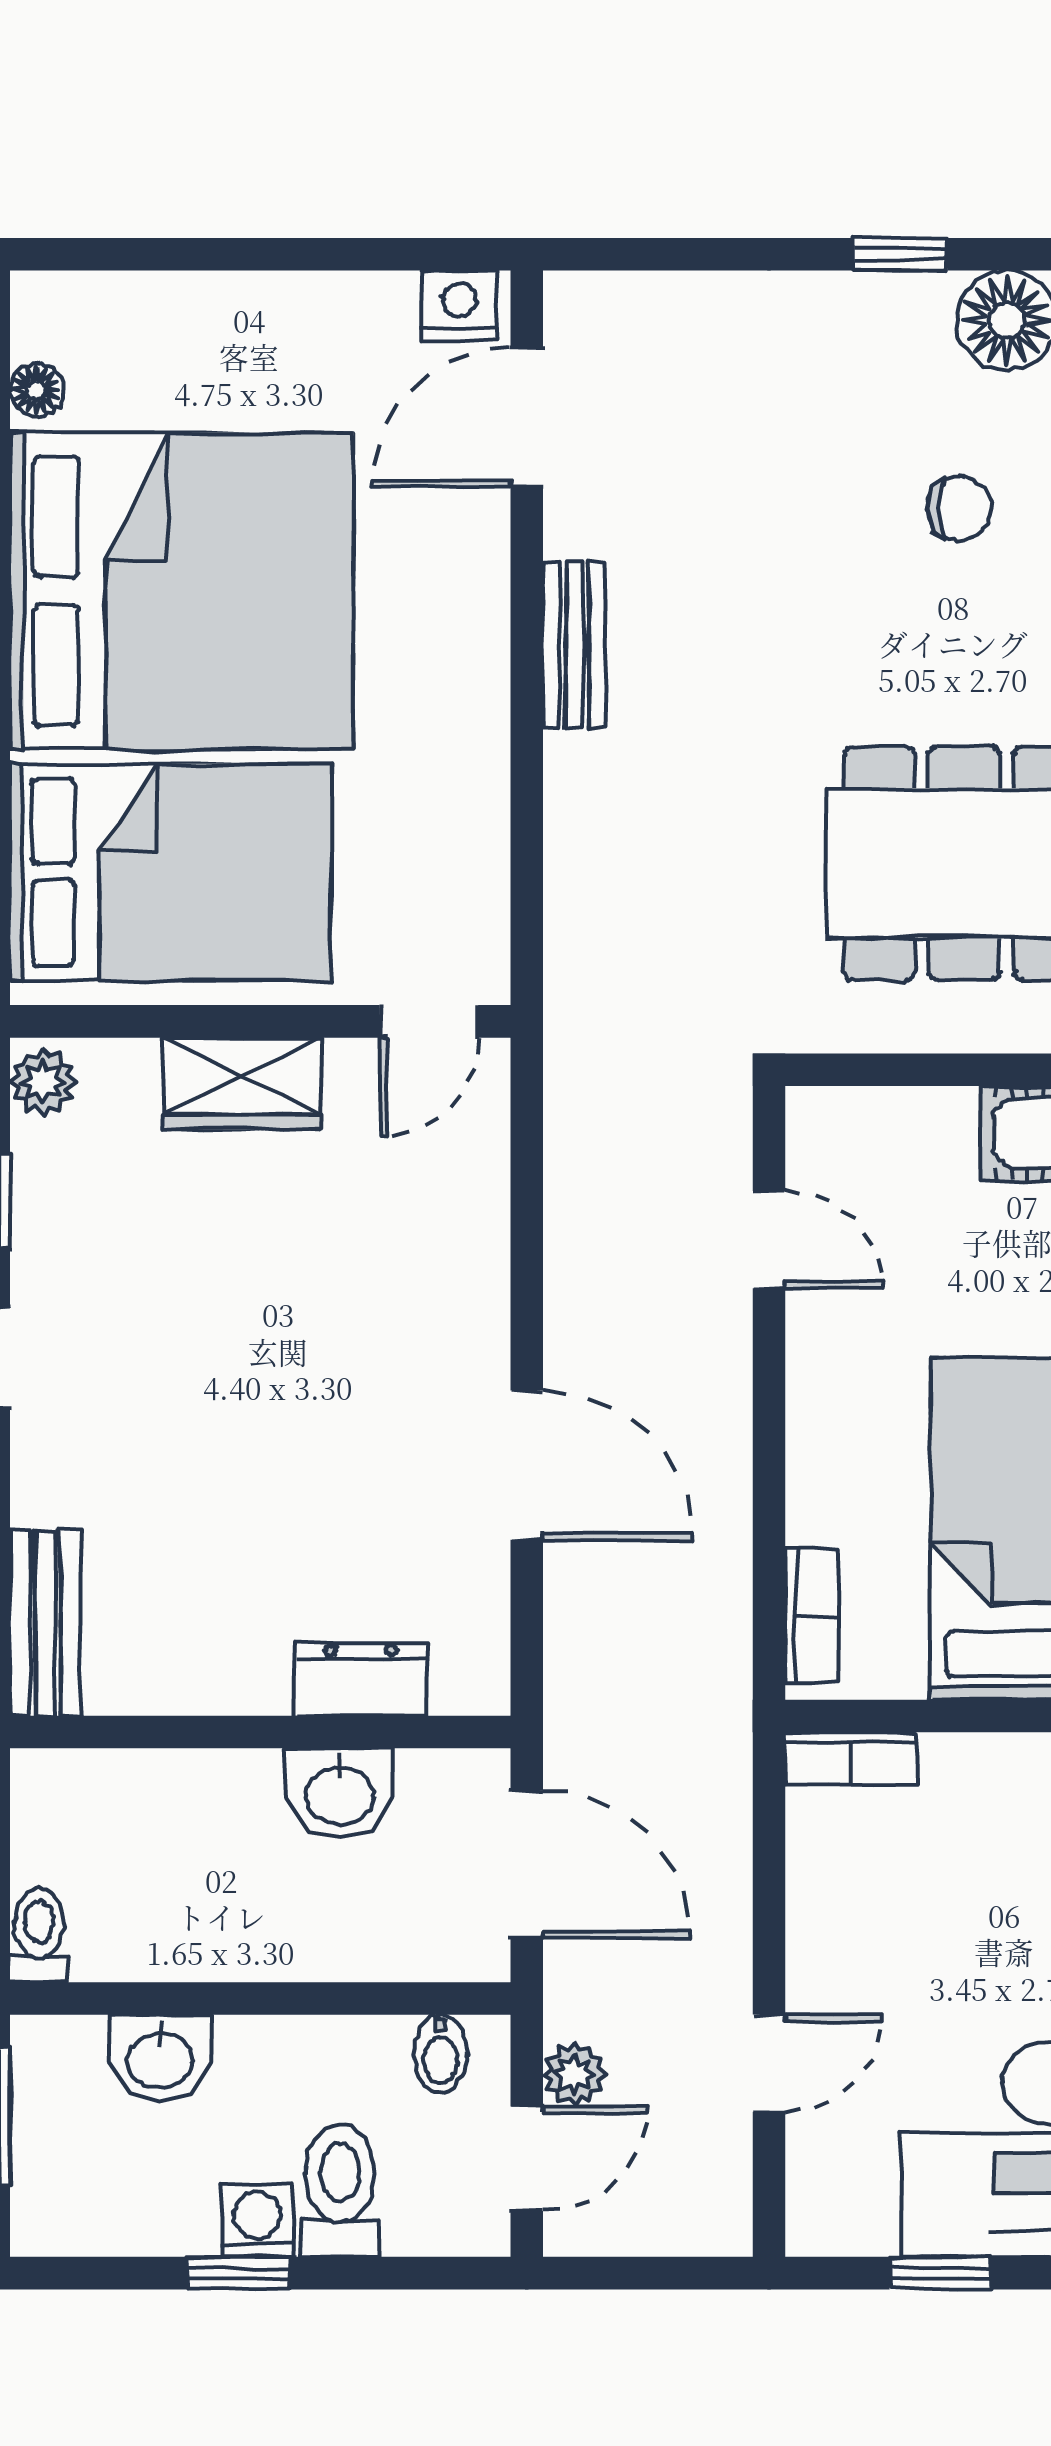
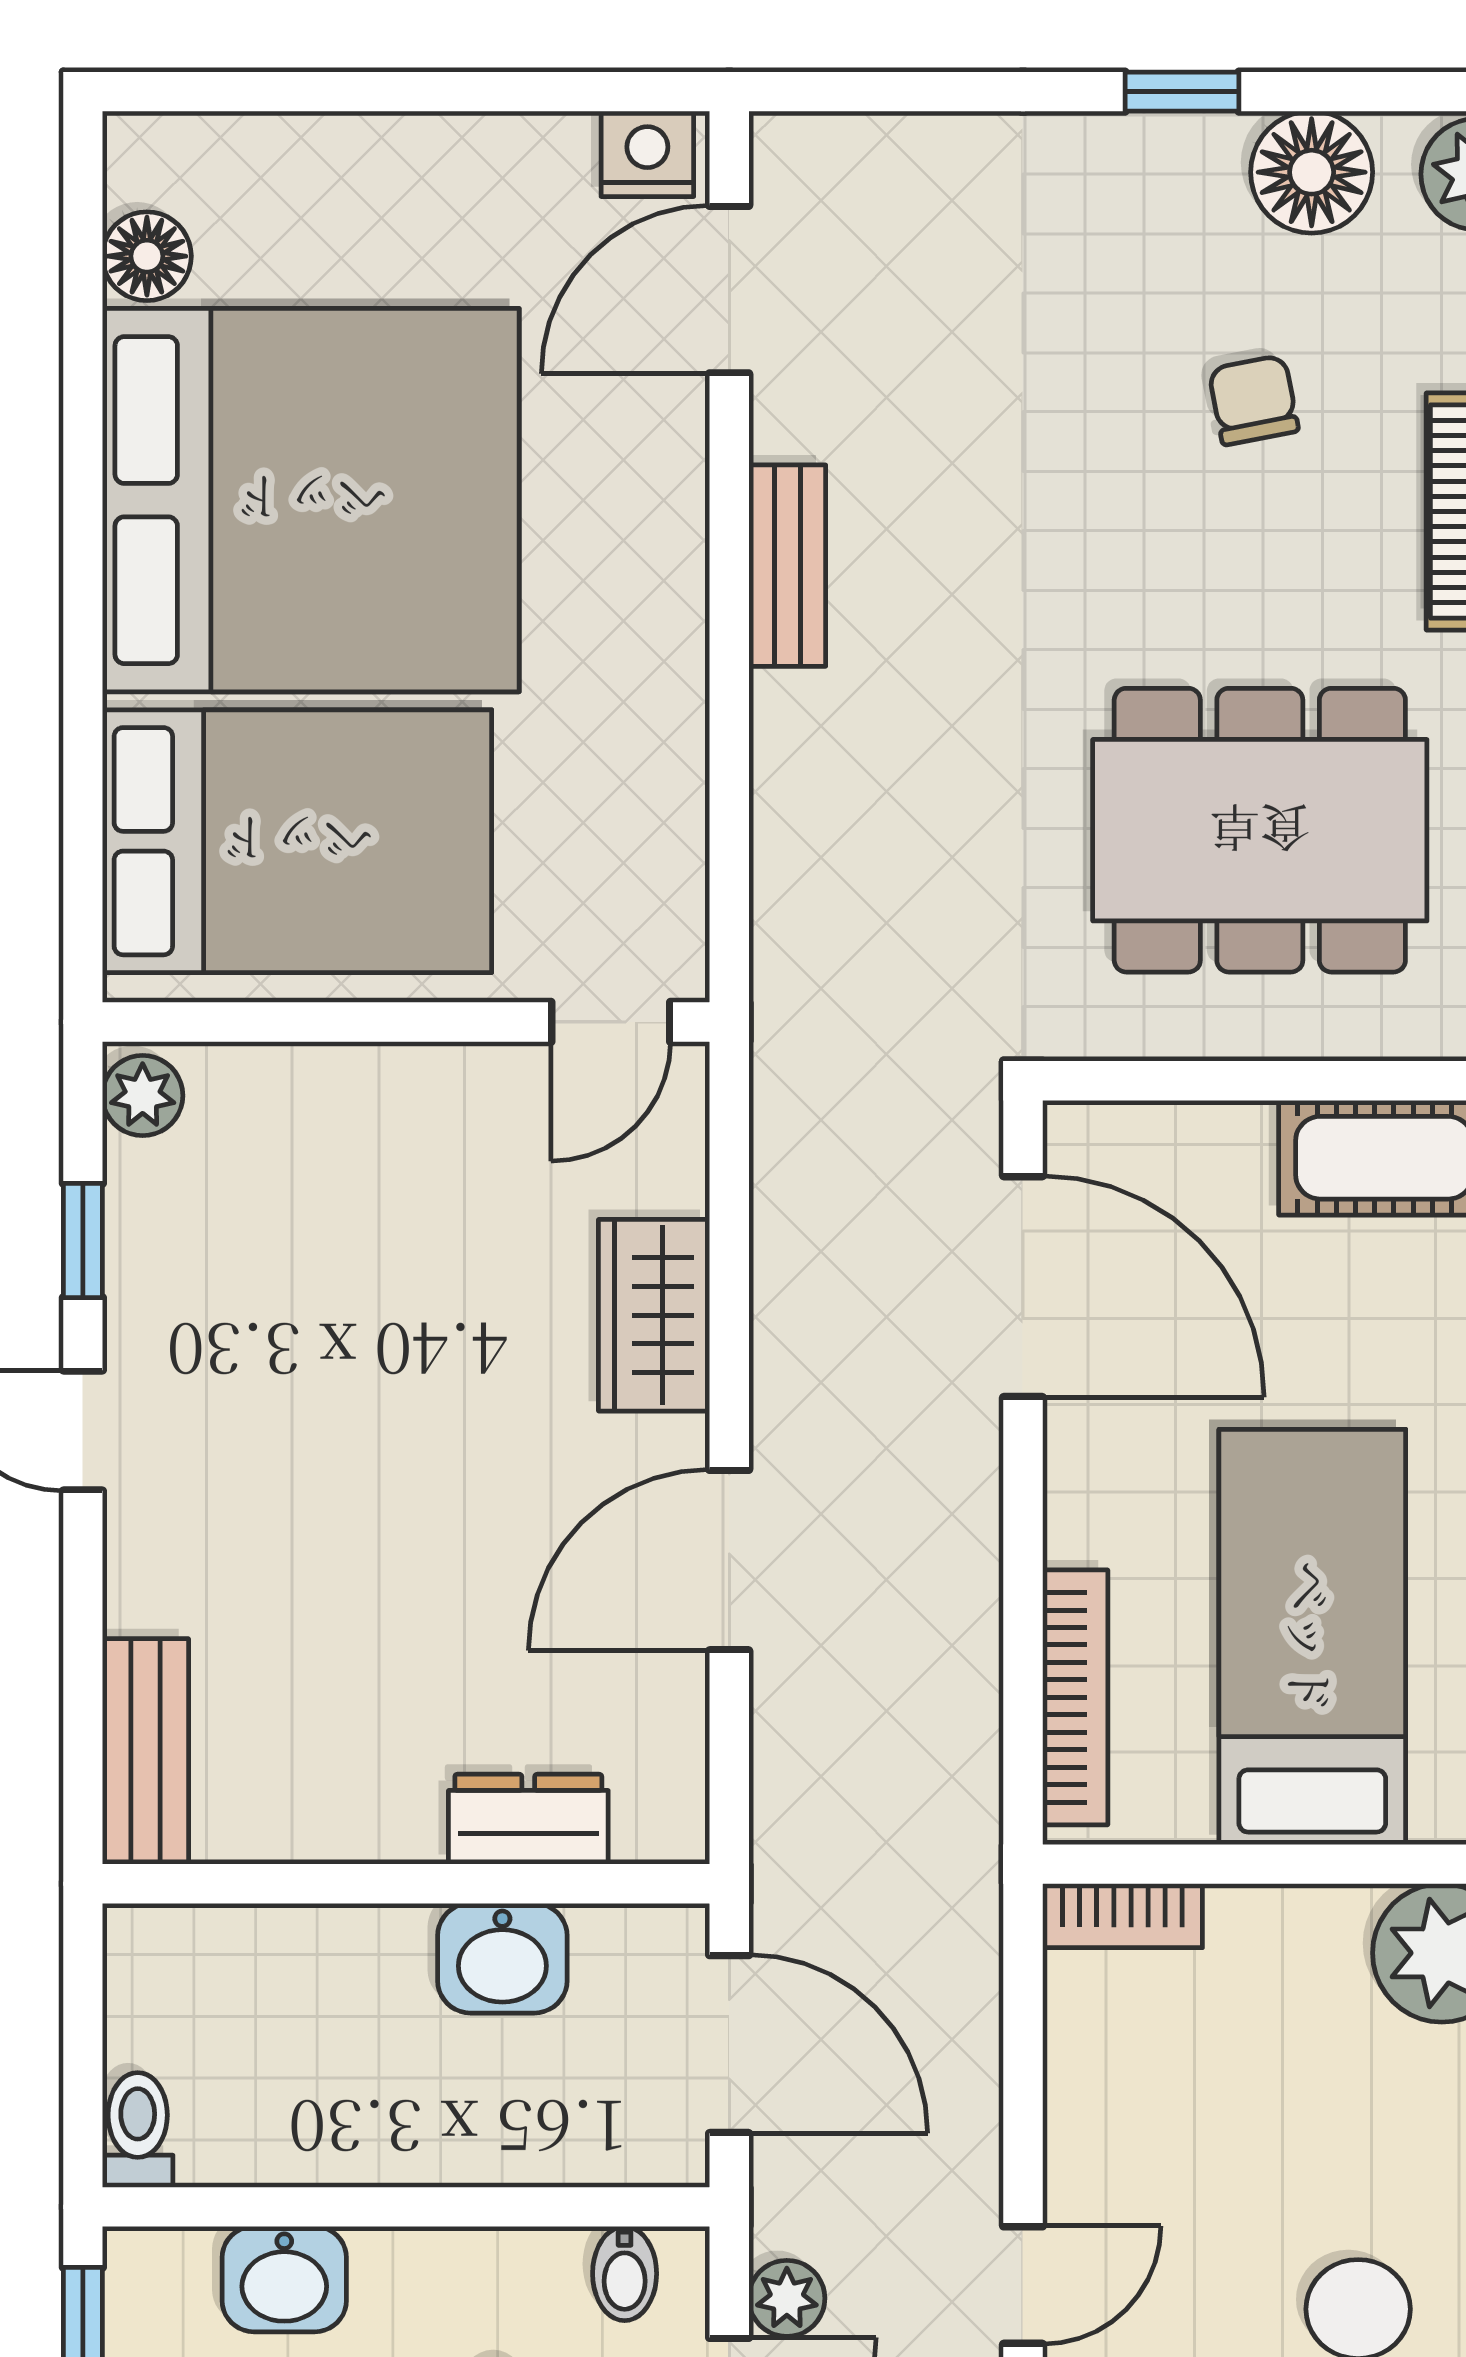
floor lamp: (37, 390) -> (147, 256), width x1.37, depth x1.37
chair: (959, 509) -> (1254, 400), turned -101
wardrobe: (242, 1083) -> (654, 1315), moved, turned 90
door: (769, 1240) -> (1023, 1287), width x1.87
door: (527, 1465) -> (729, 1560), swing flipped
bookcase: (812, 1616) -> (1075, 1697), width x1.56

